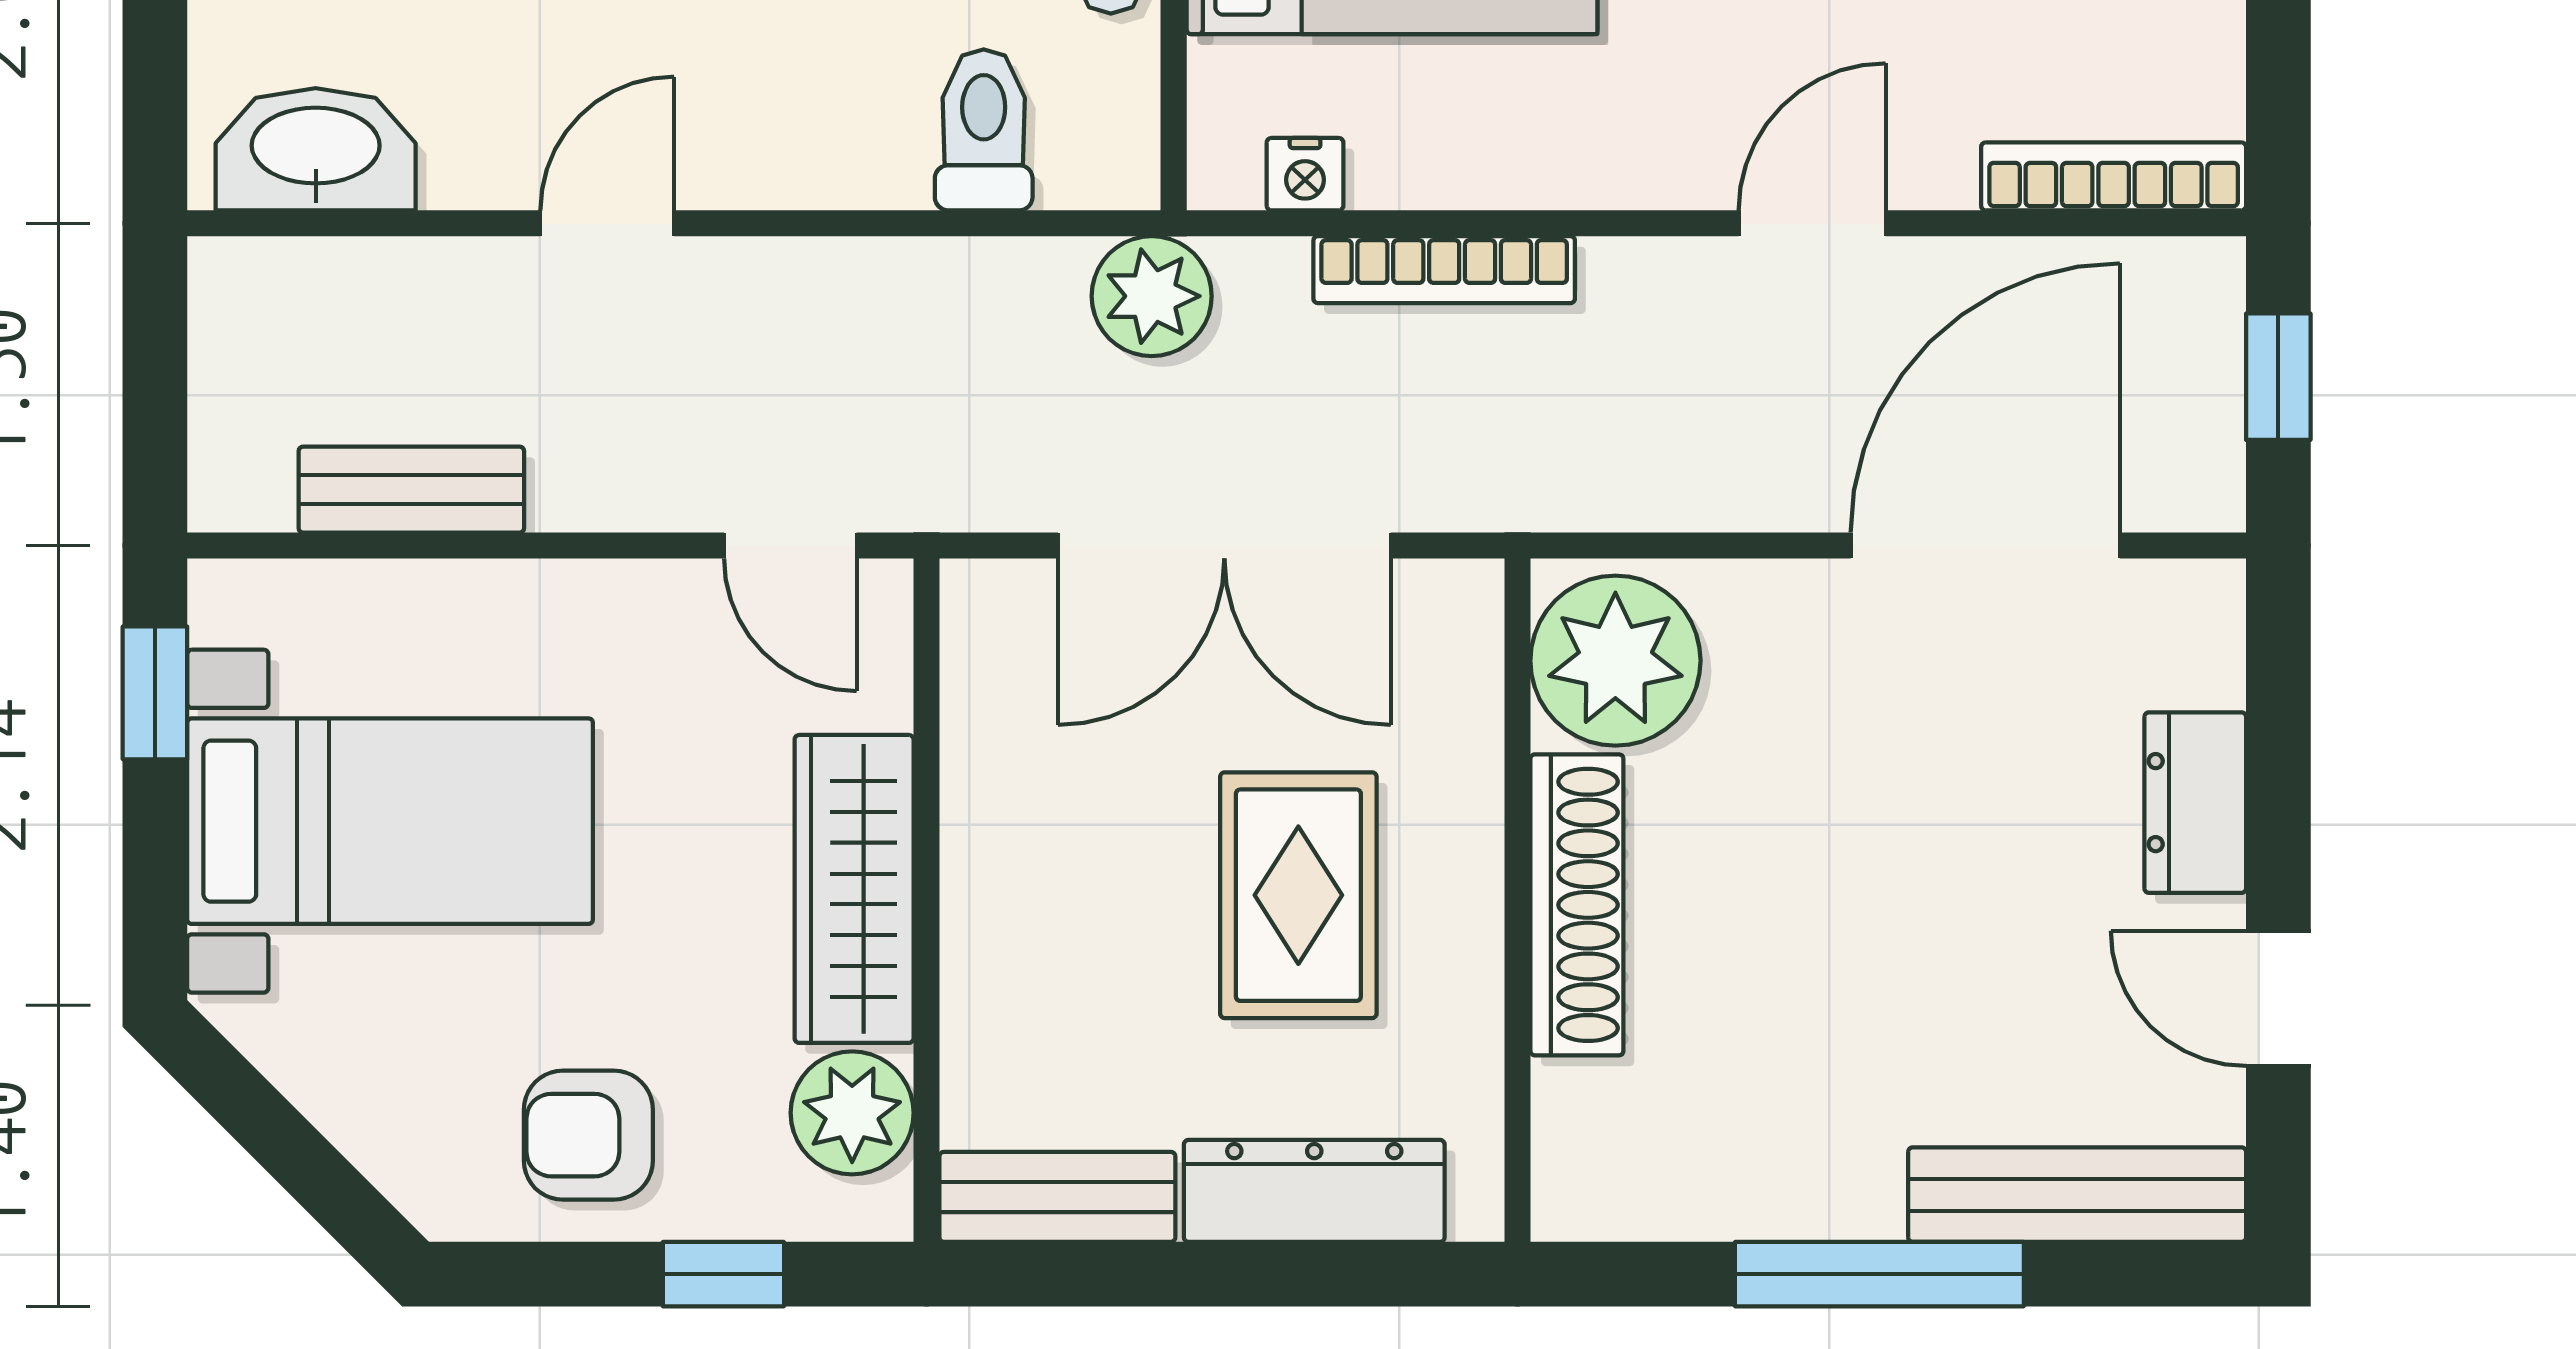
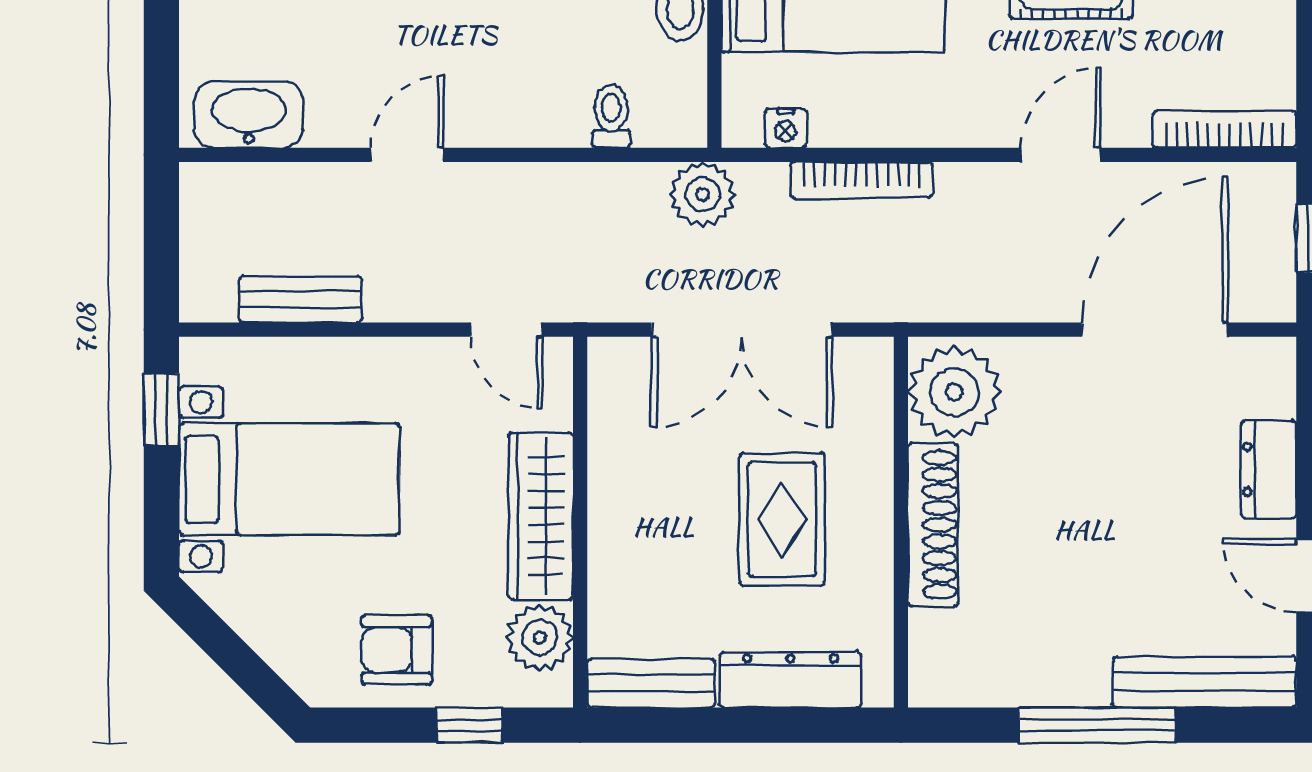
toilet: (984, 130) -> (611, 116), width x0.73, depth x0.72

